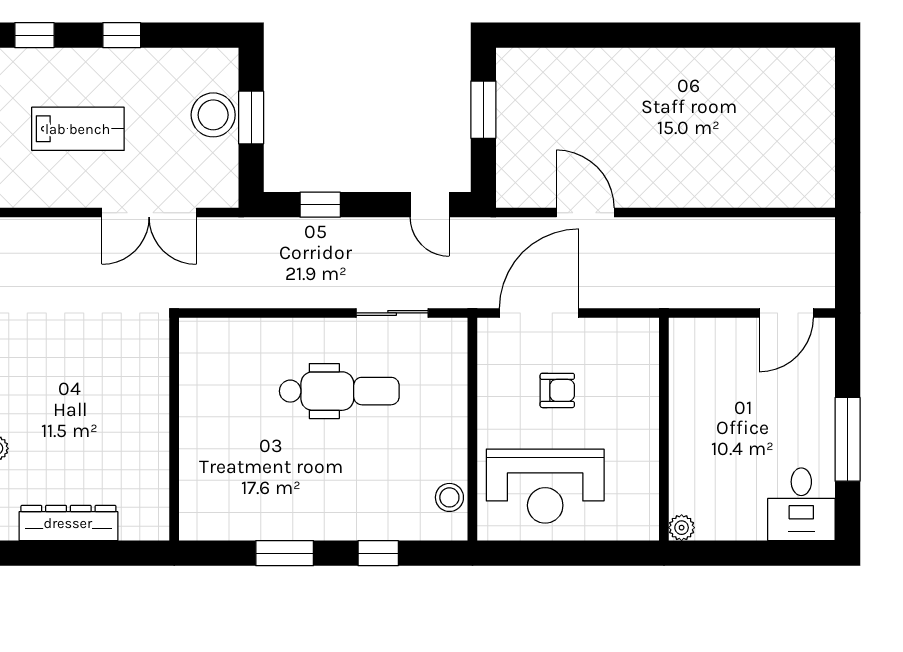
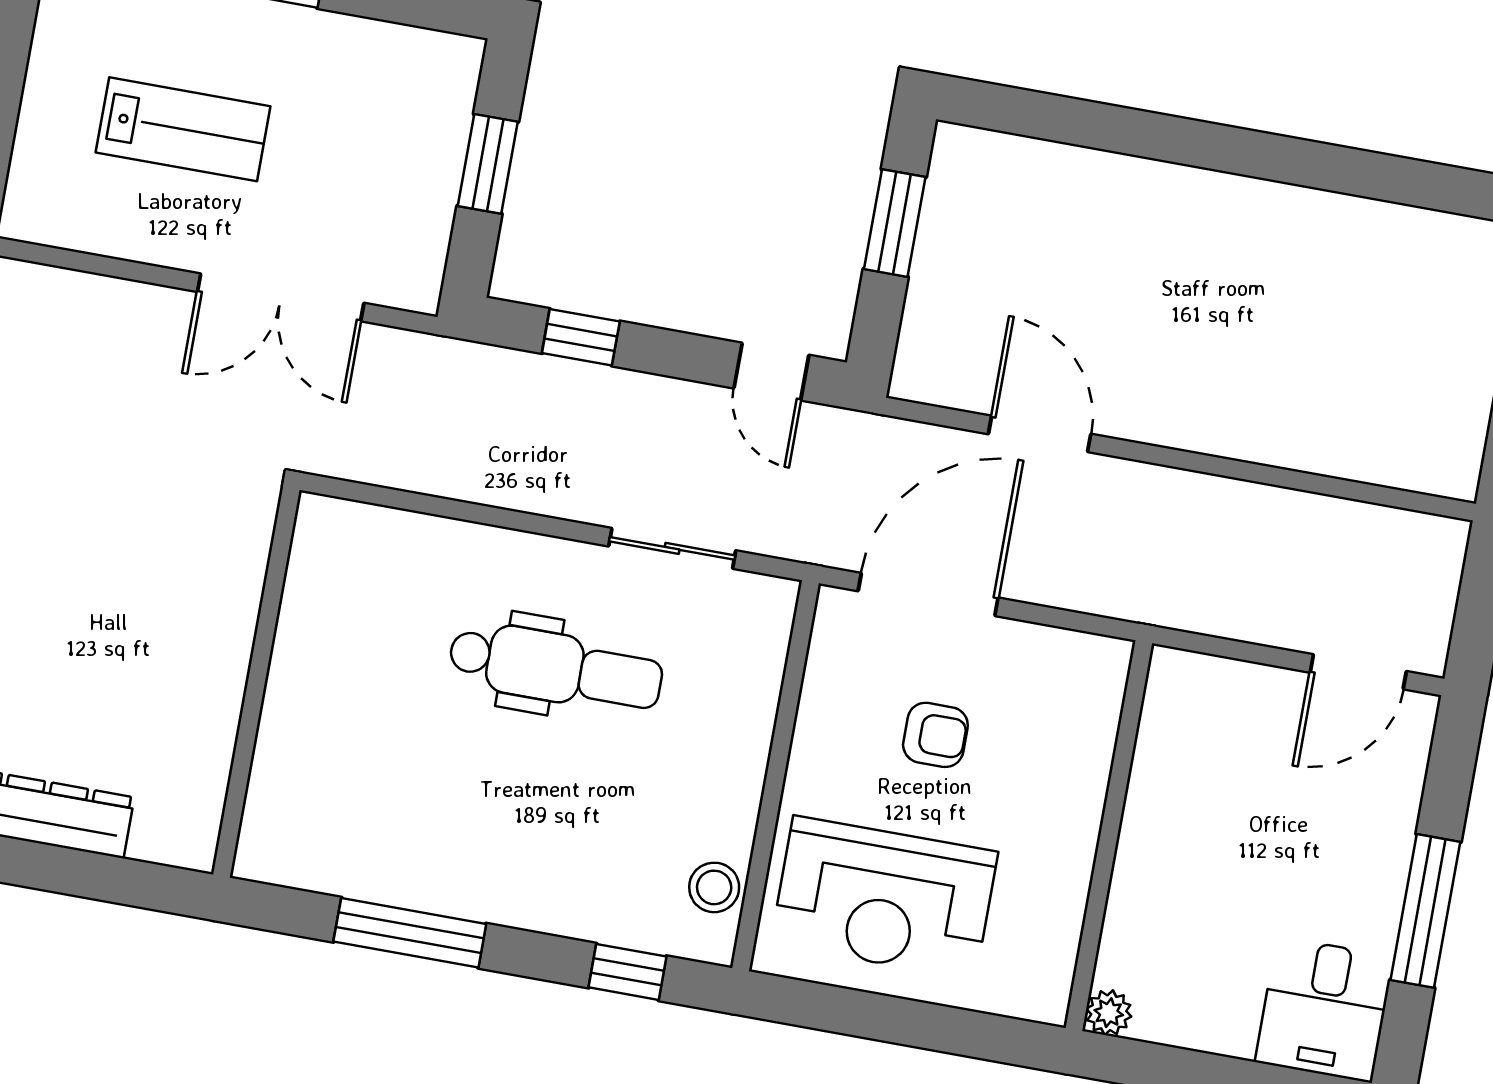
stool: (213, 115) -> (423, 148), removed
window: (285, 553) -> (410, 933), width x1.44
window: (378, 553) -> (628, 972), moved

